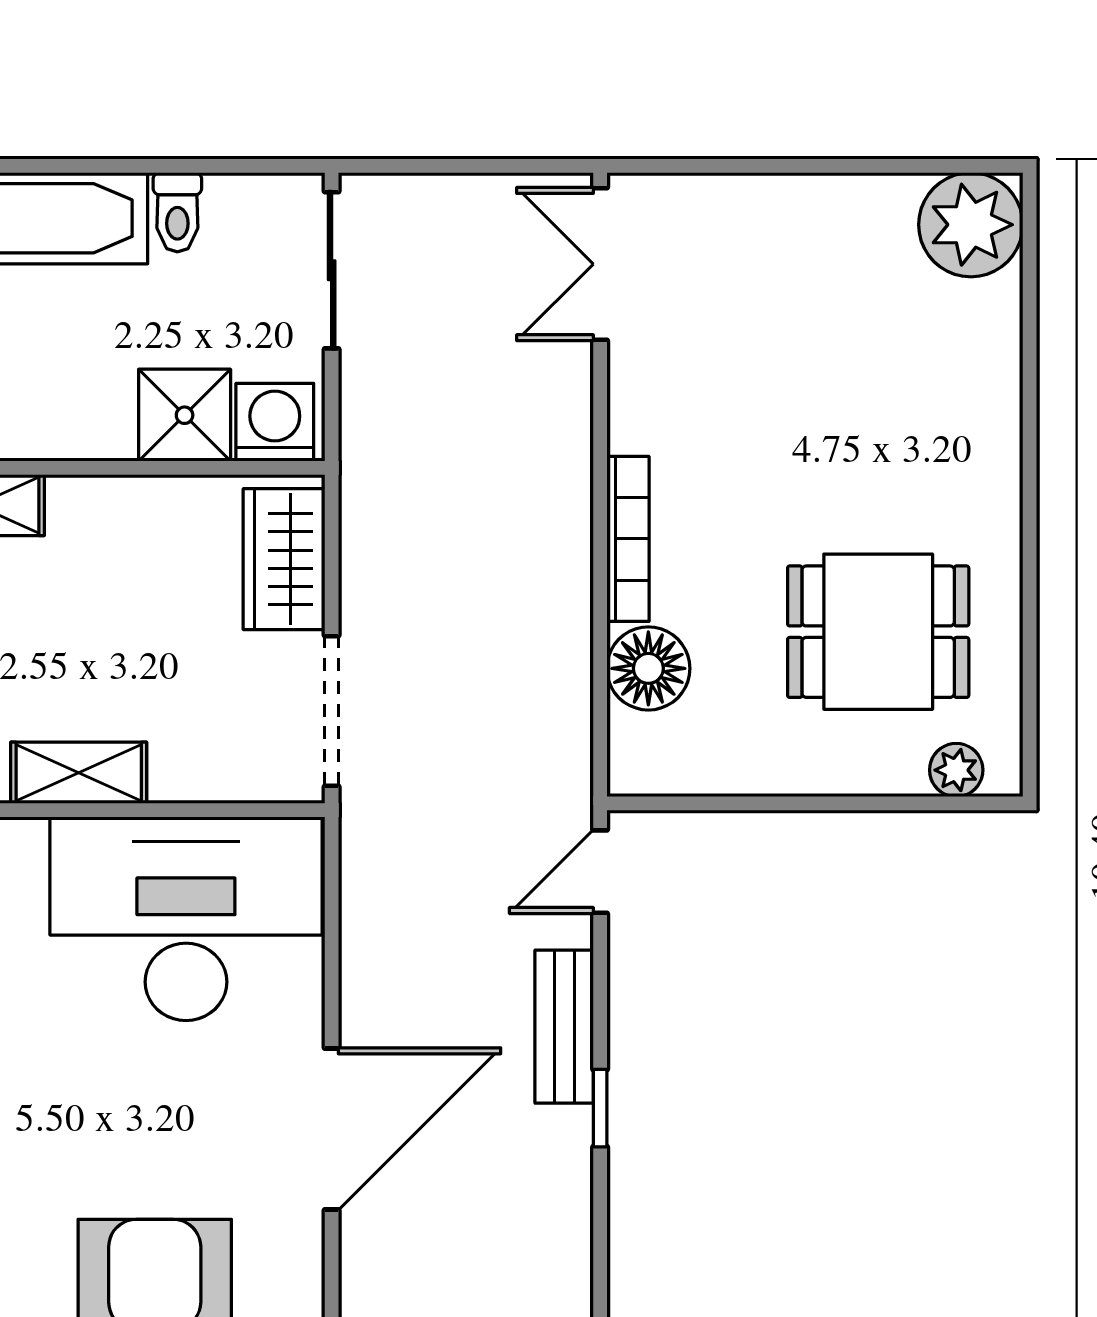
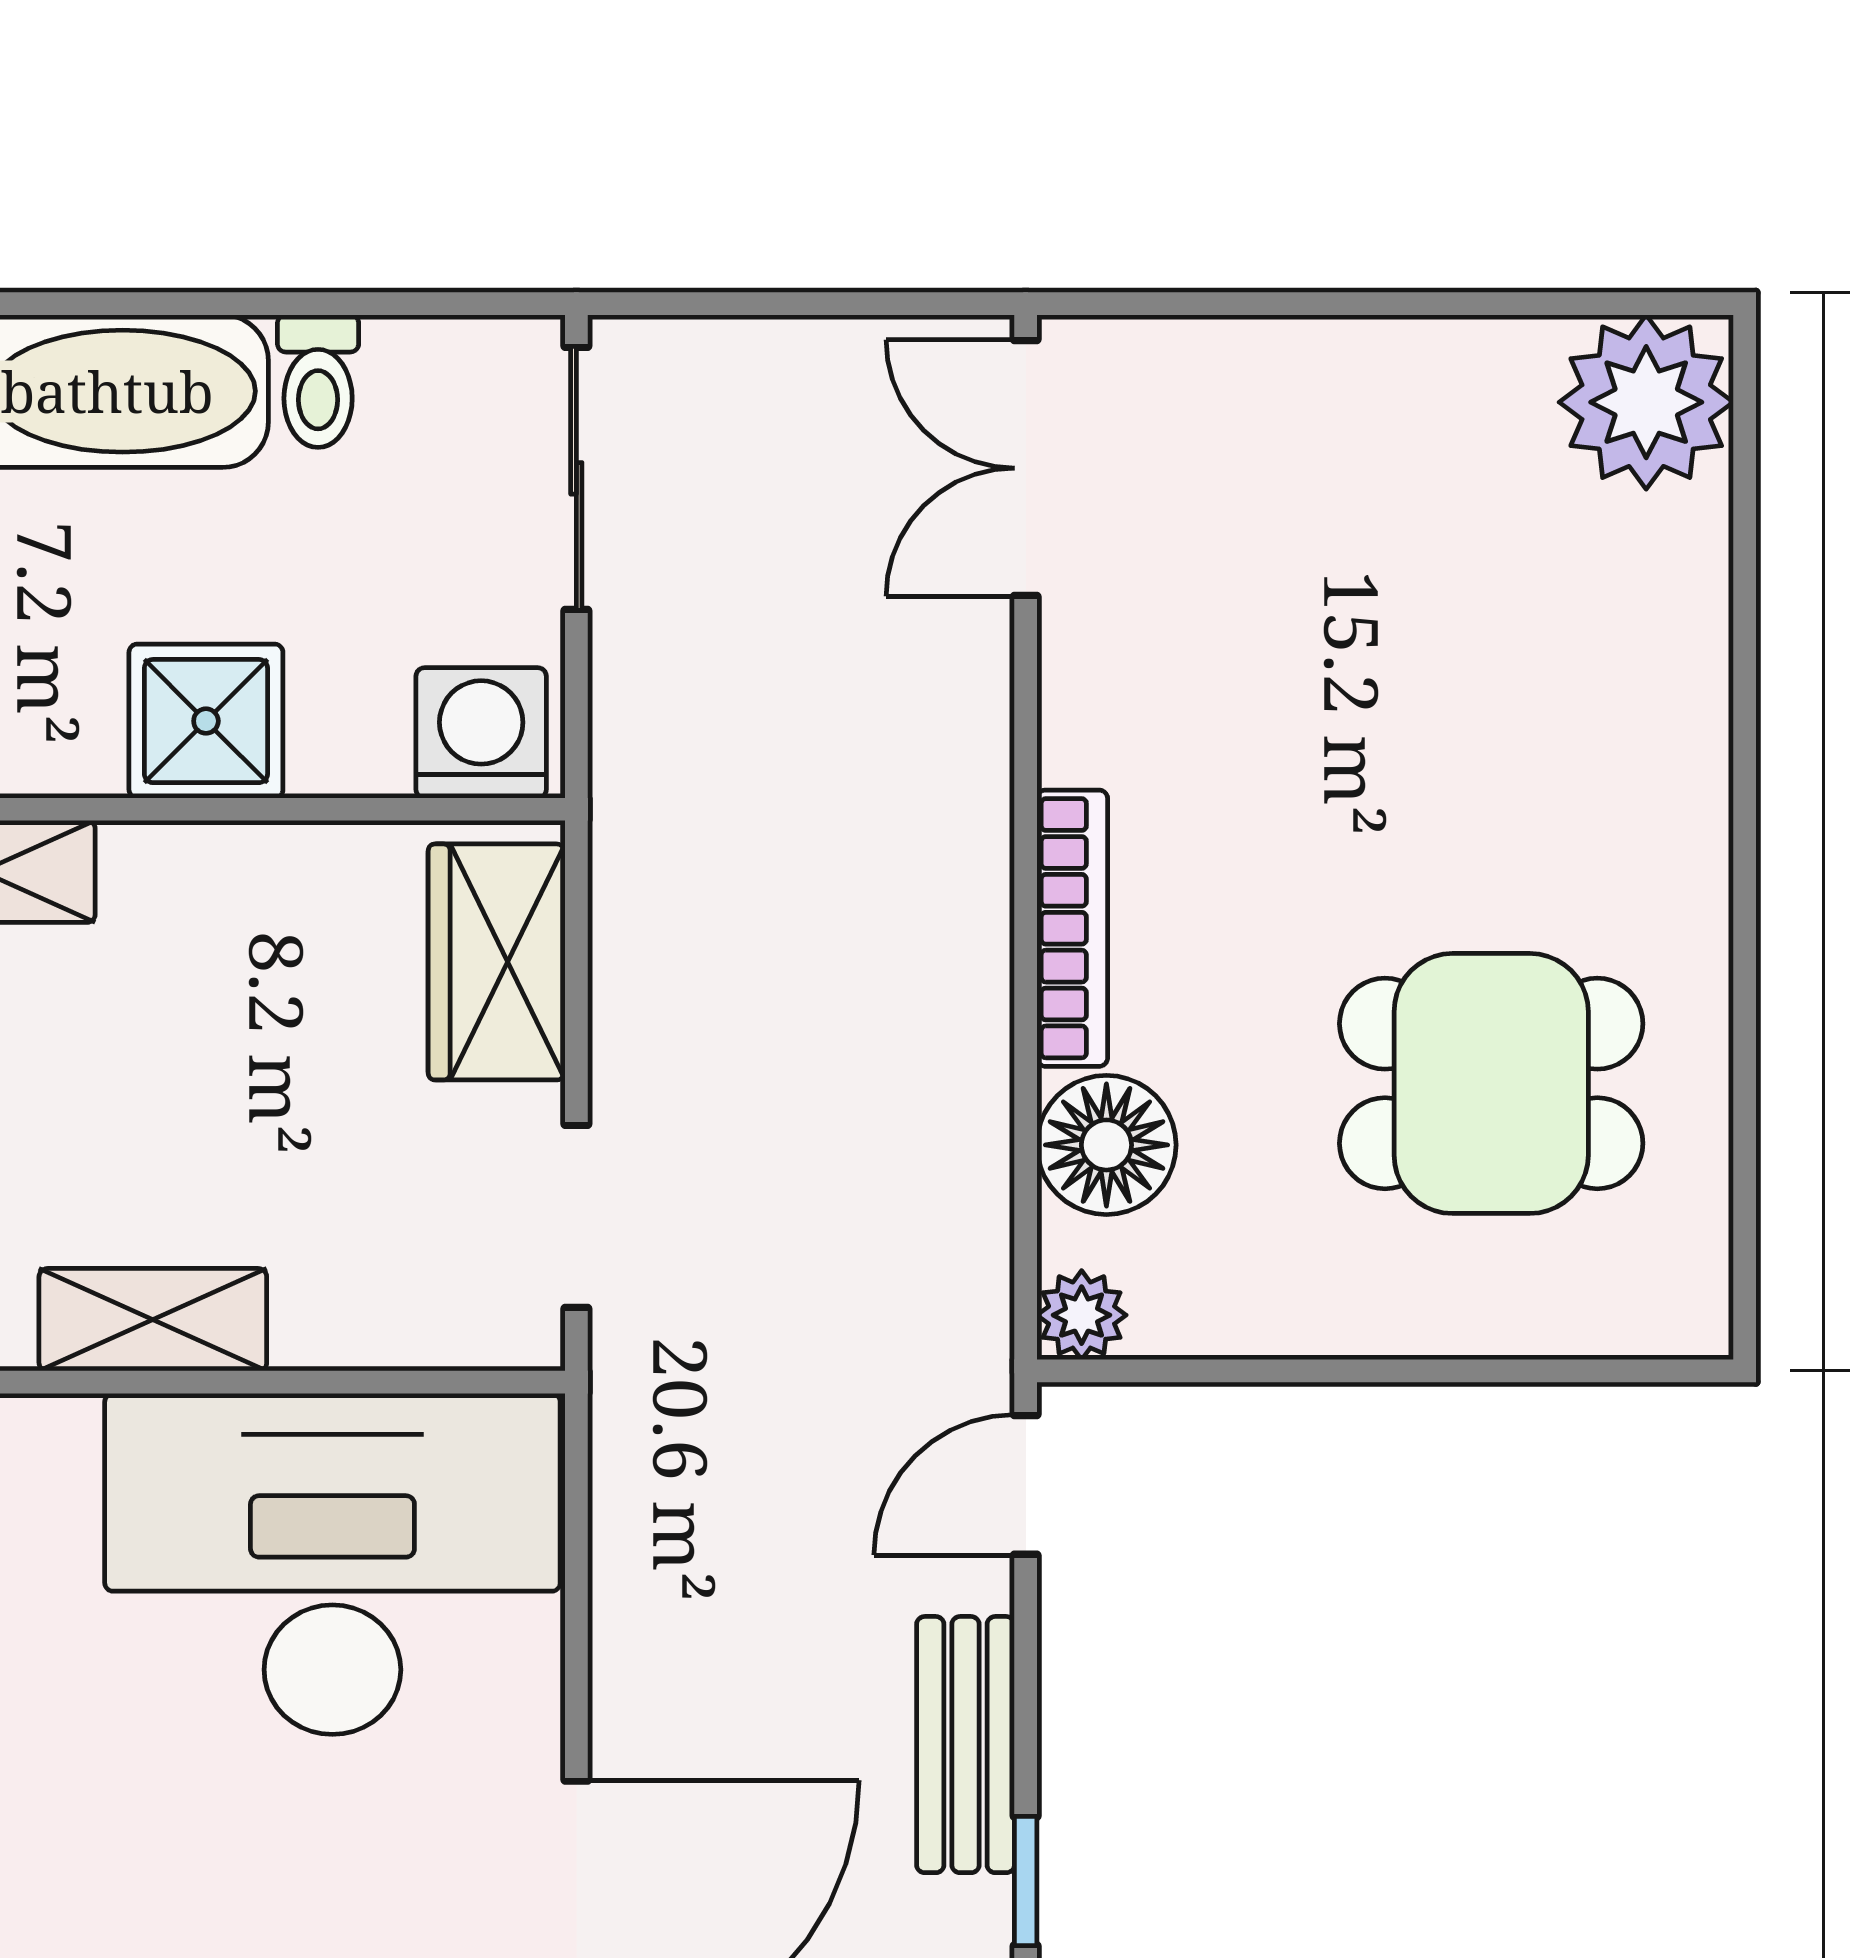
shower: (185, 415) -> (206, 721), moved
doorway: (332, 711) -> (576, 1216), width x0.73
plant: (956, 770) -> (1082, 1315), moved

